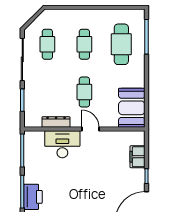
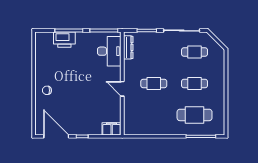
booth: (132, 108) -> (140, 124), removed
dresser: (56, 122) -> (128, 47), moved
door: (91, 129) -> (122, 89), swing flipped
desk: (62, 144) -> (109, 51), moved
filing cabinet: (138, 157) -> (112, 129), moved

